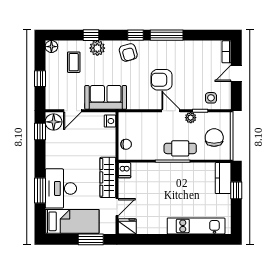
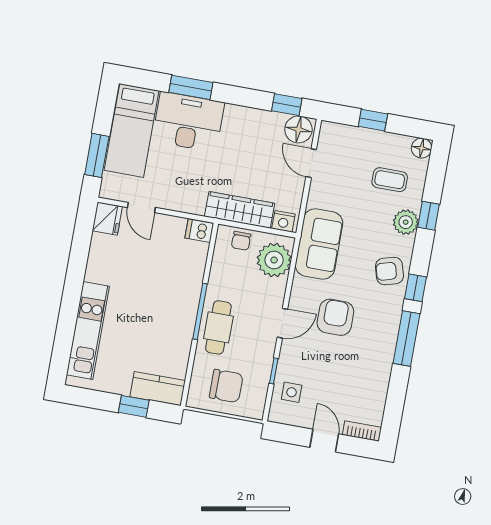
sofa: (106, 97) -> (319, 244), moved
plant: (191, 118) -> (274, 260), moved, width x1.88, depth x1.88
wardrobe: (108, 177) -> (240, 210), moved

